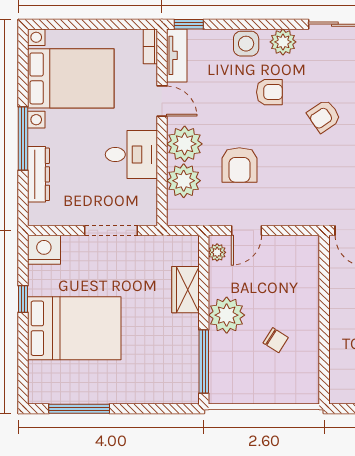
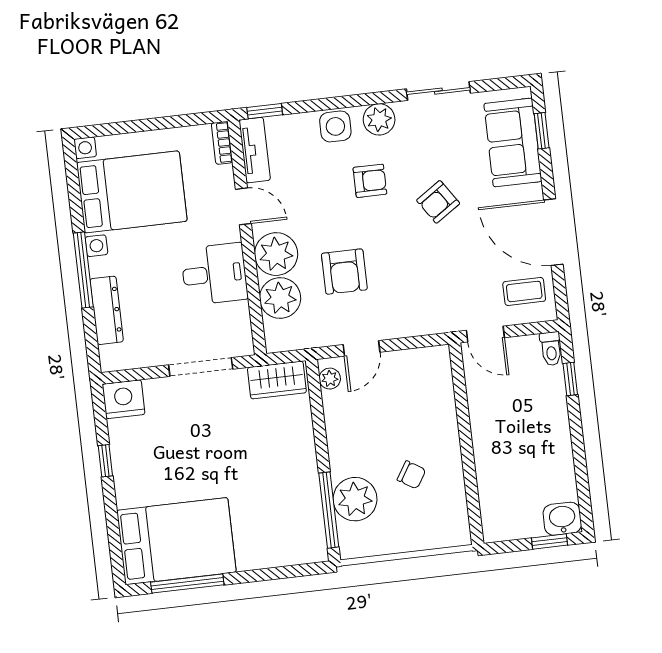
wardrobe: (185, 290) -> (277, 380), moved, turned -90
plant: (227, 315) -> (355, 499), moved
bed: (74, 328) -> (176, 541), moved

